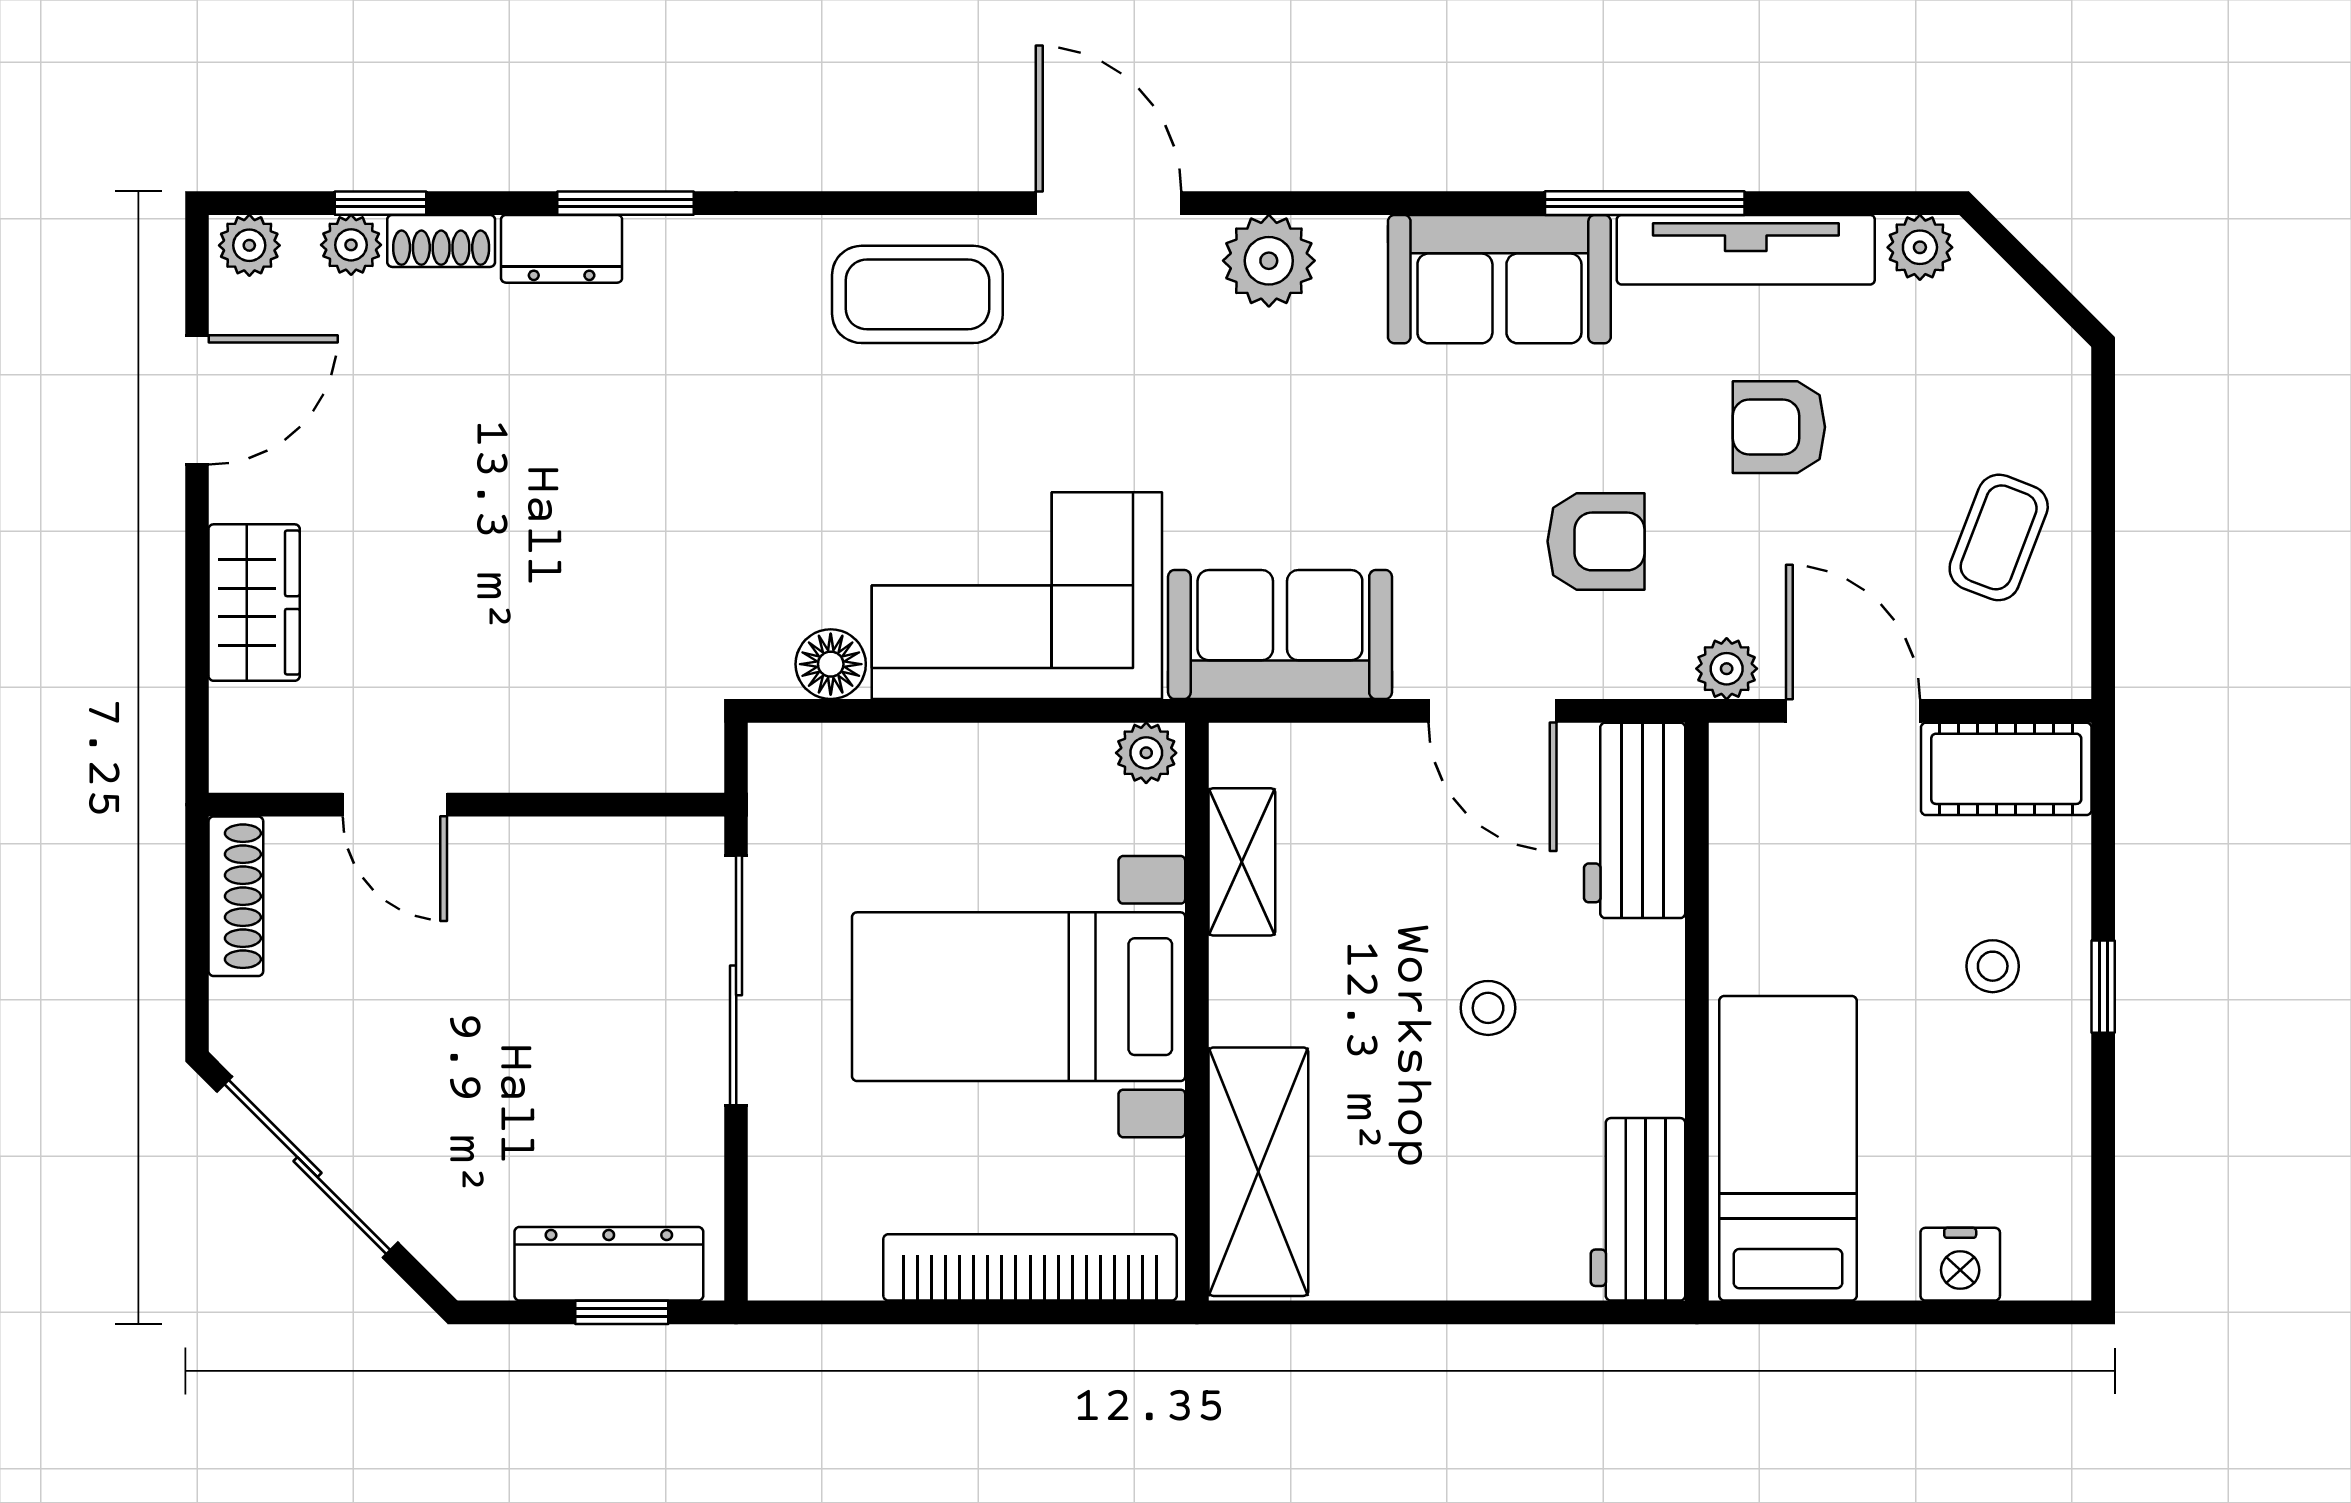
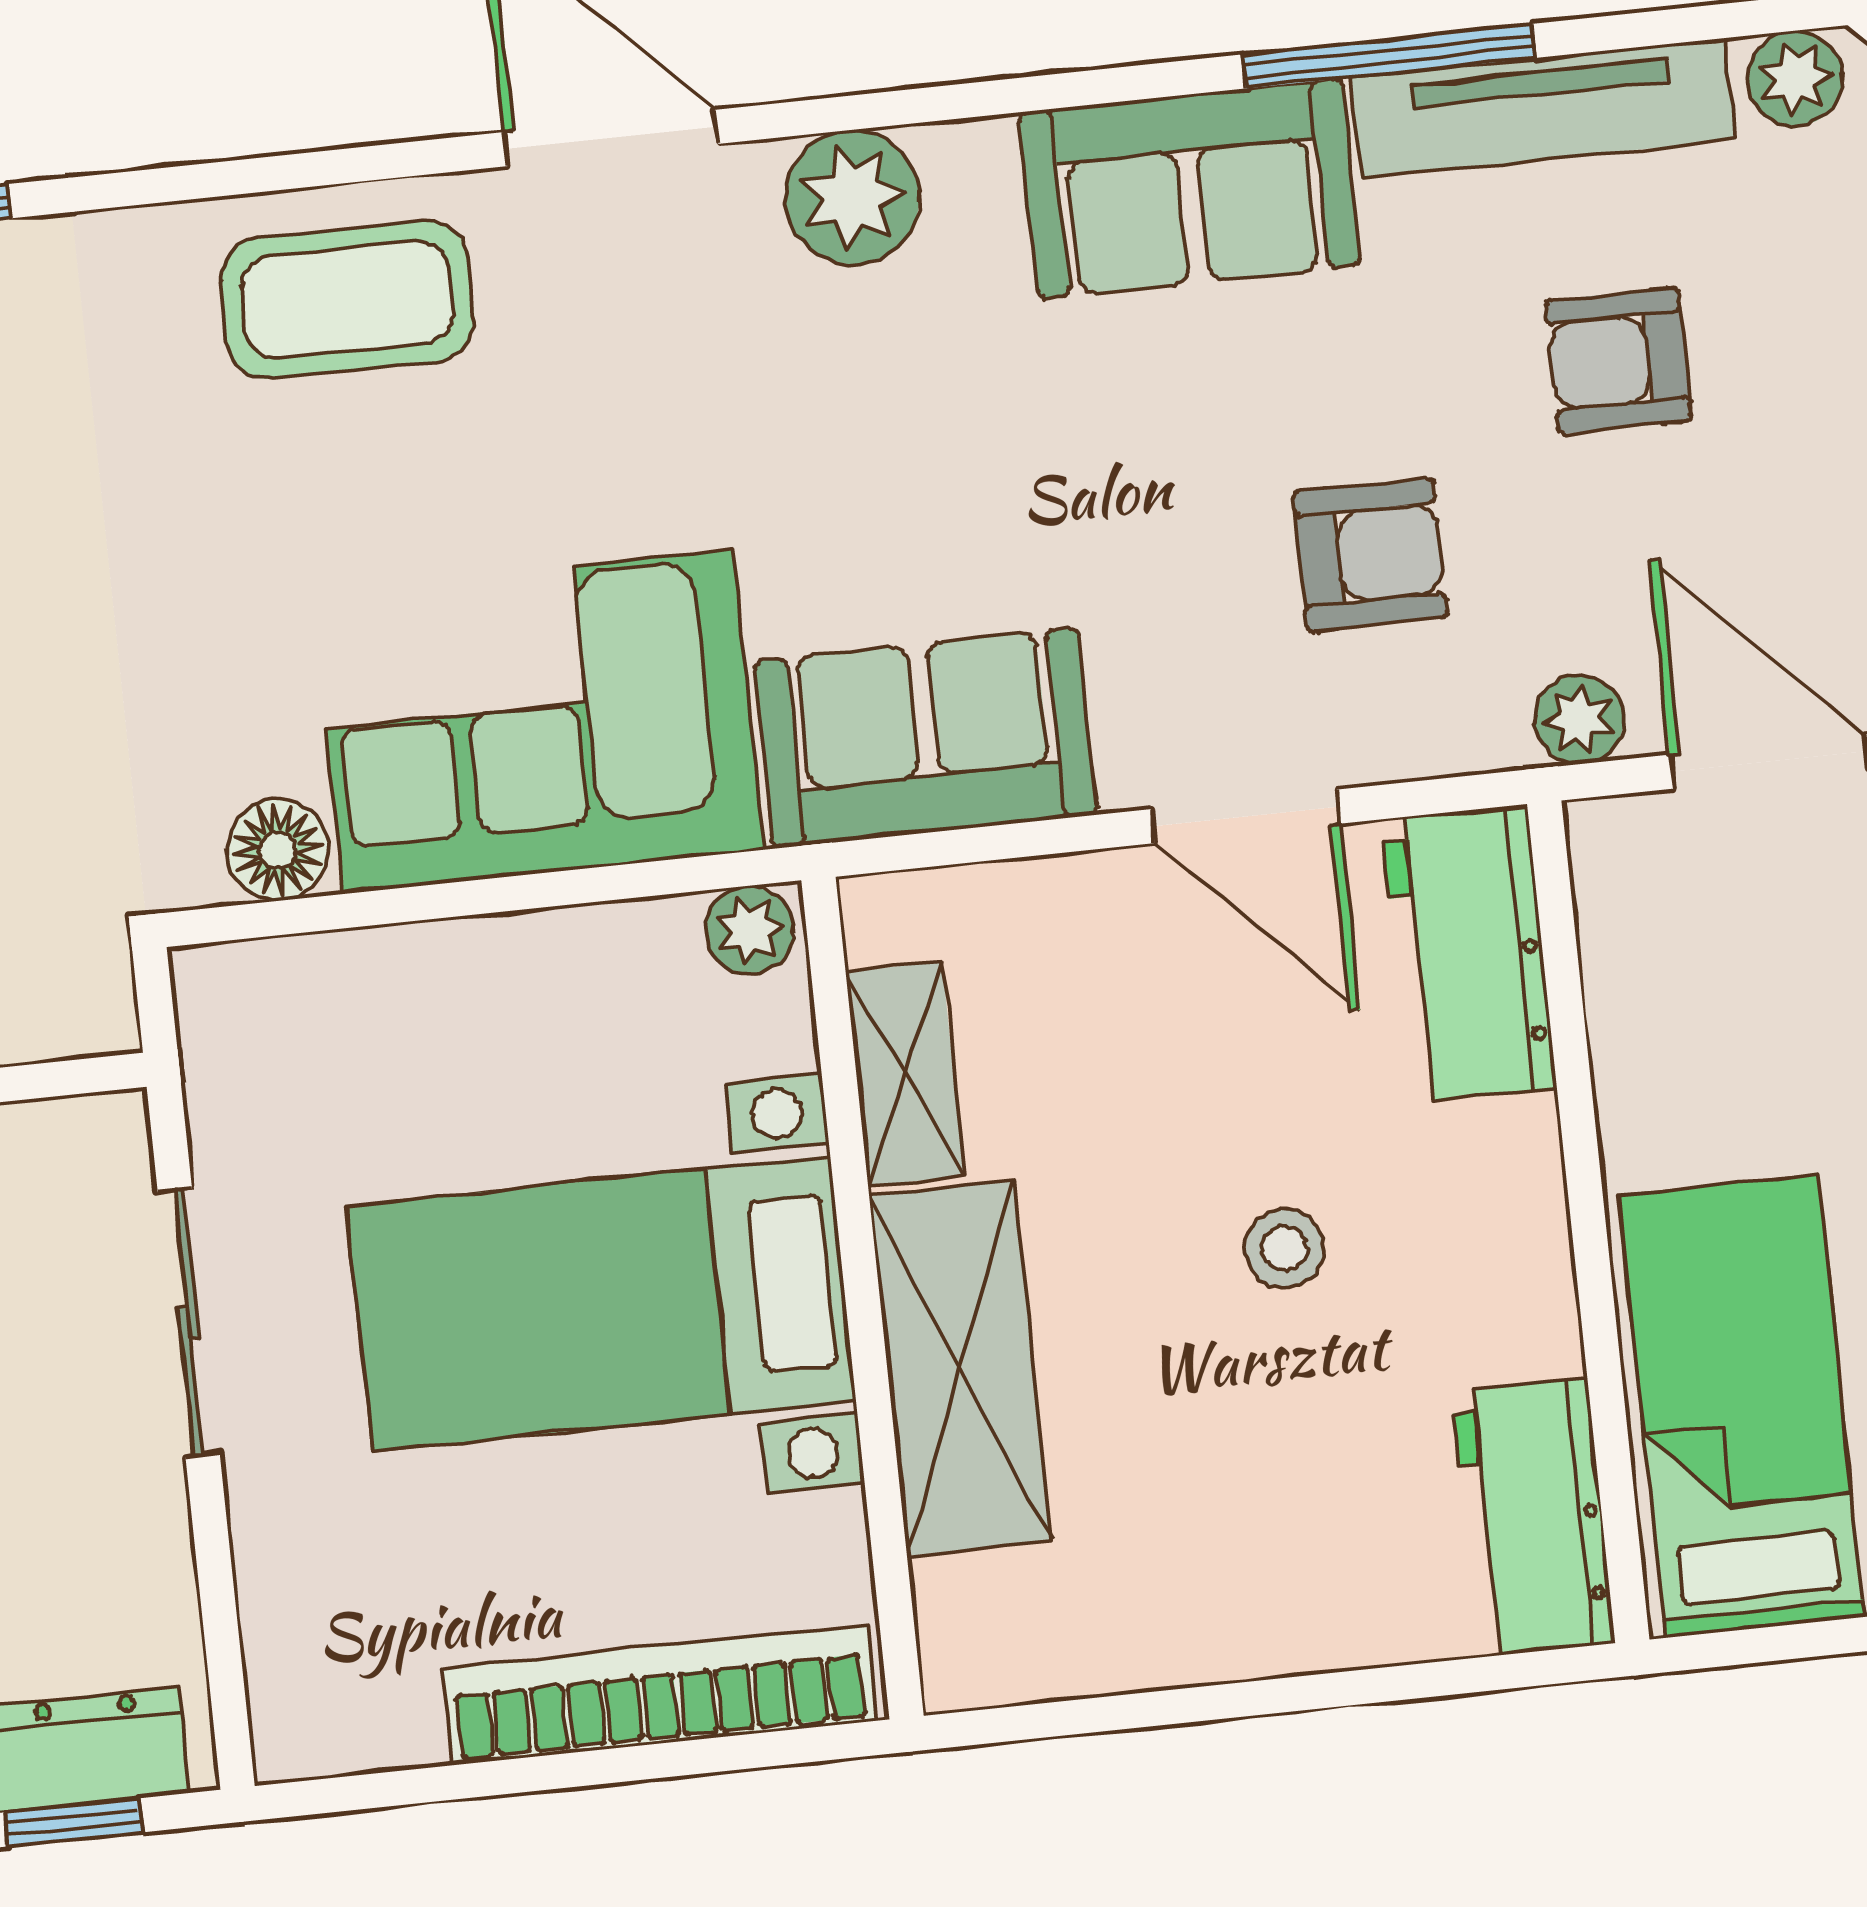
sliding door: (736, 980) -> (189, 1323), width x0.73
shelving: (1258, 1172) -> (960, 1368), moved

